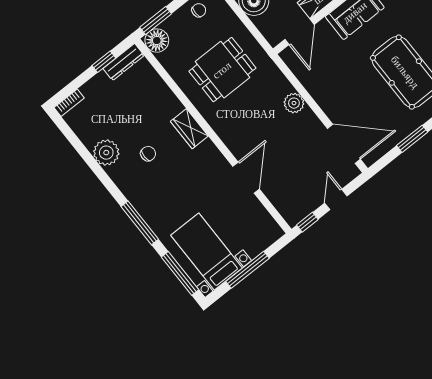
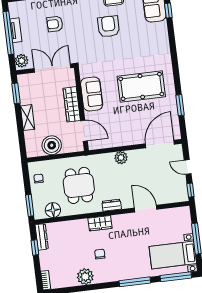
floor lamp: (157, 41) -> (53, 210), moved
dresser: (223, 129) -> (112, 205), added

